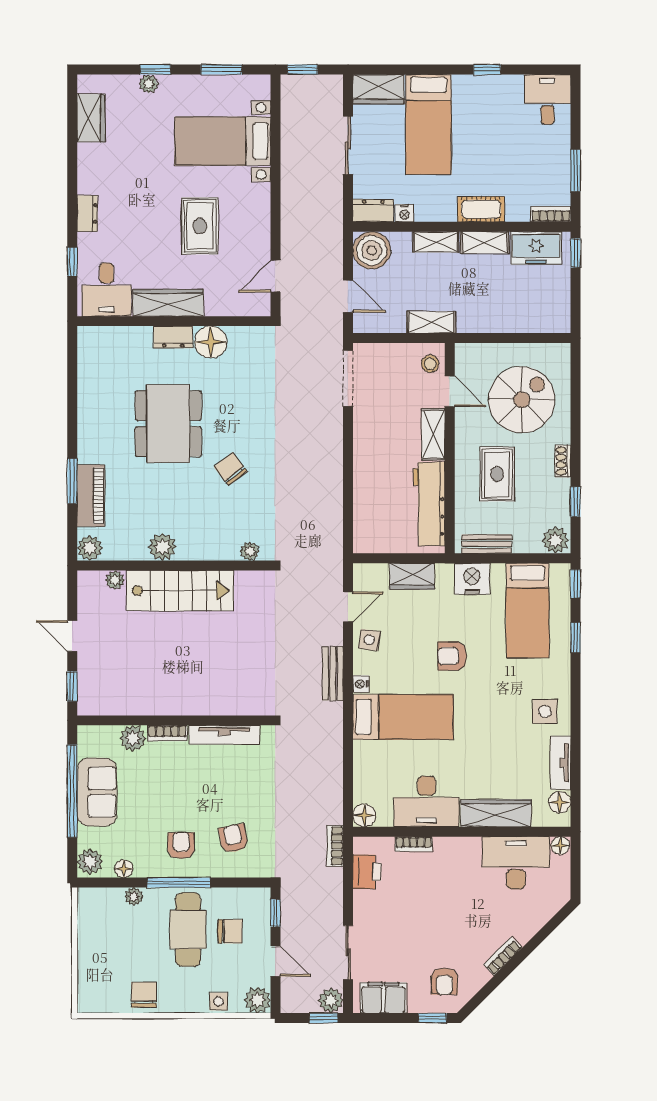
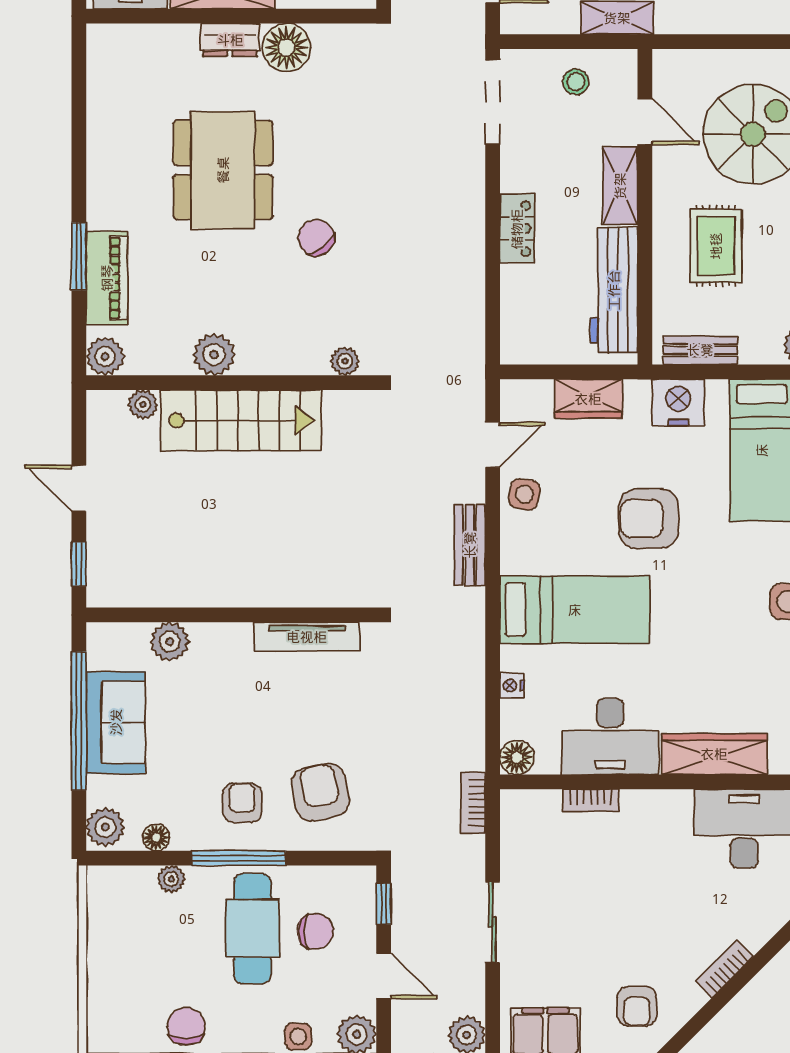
stool: (430, 364) -> (576, 82), moved
locker: (364, 463) -> (517, 229), added
armchair: (452, 656) -> (649, 519), width x1.38, depth x1.38
nightstand: (361, 684) -> (512, 685), moved
bookcase: (167, 733) -> (222, 634), removed
armchair: (233, 838) -> (320, 792), width x1.38, depth x1.38
printer: (367, 872) -> (521, 842), removed
sliding door: (348, 953) -> (493, 922), moved

